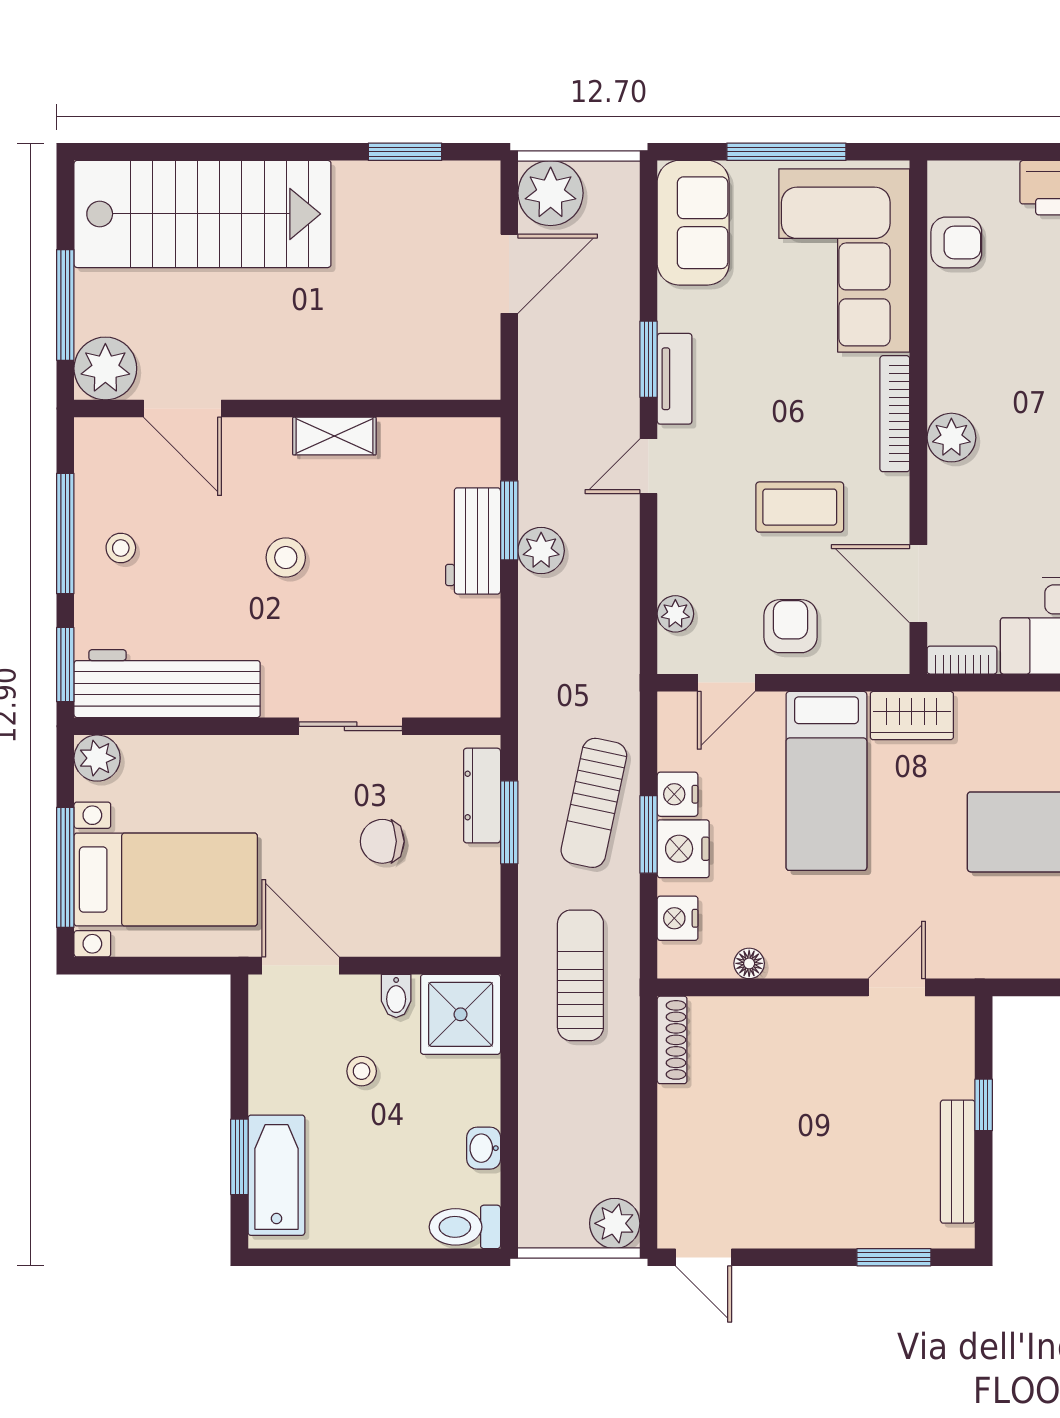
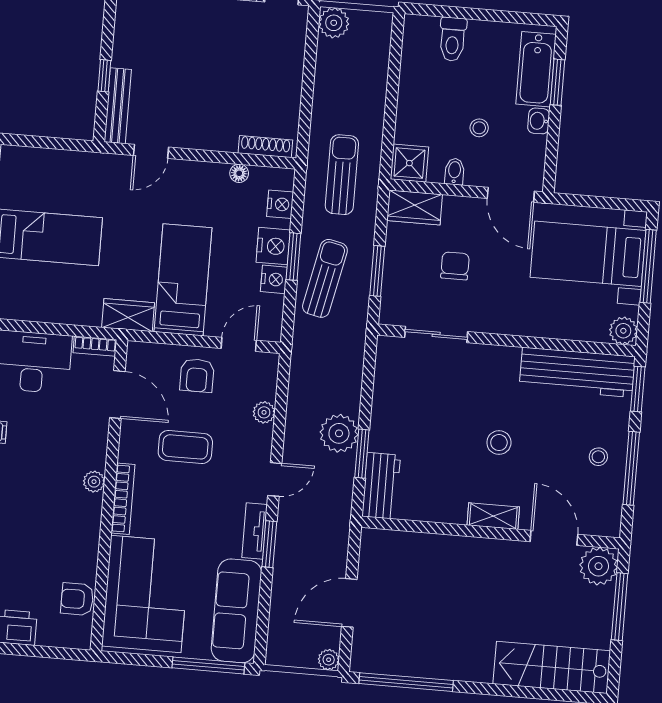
window: (405, 152) -> (406, 682), width x2.11
window: (786, 152) -> (208, 665), moved
plant: (551, 193) -> (329, 660), width x0.53, depth x0.53
stairs: (202, 214) -> (552, 667), width x0.73, depth x0.66
sofa: (693, 223) -> (236, 611), width x1.36
shelving: (334, 436) -> (493, 516), moved
plant: (951, 438) -> (94, 482), width x0.73, depth x0.73
workbench: (473, 541) -> (381, 486), moved
plant: (541, 551) -> (339, 433), width x1.36, depth x1.36
plant: (675, 614) -> (264, 412), moved
sliding door: (351, 726) -> (436, 334), moved
dresser: (482, 796) -> (392, 289), removed
chair: (382, 841) -> (455, 266), turned -90
wardrobe: (457, 931) -> (415, 208), added
sun lounger: (580, 975) -> (342, 175), turned 180
shower: (461, 1014) -> (409, 163), width x0.73, depth x0.73
shoe rack: (672, 1040) -> (265, 147), moved, turned 90
washbasin: (484, 1148) -> (539, 121), moved, turned 180
bench: (958, 1162) -> (118, 106), moved
toilet: (465, 1227) -> (453, 39), moved, turned 90

